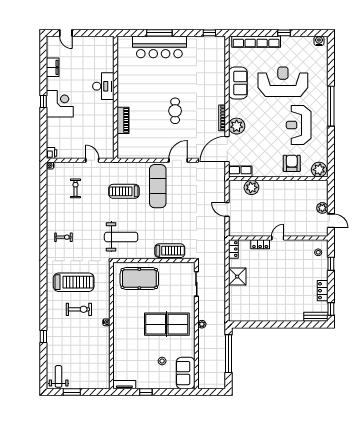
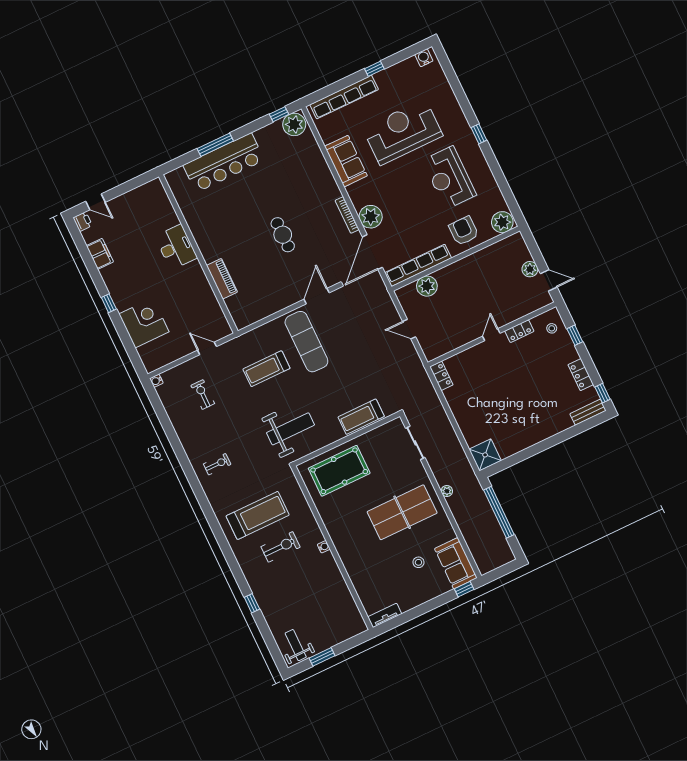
plant: (216, 44) -> (294, 124), added
corner desk: (60, 104) -> (144, 323), moved
window: (331, 106) -> (479, 134), width x0.32
printer: (52, 153) -> (83, 222), moved
row of seats: (240, 172) -> (418, 265), width x2.02
locker: (260, 244) -> (519, 331), moved
treadmill: (170, 251) -> (361, 417), turned 180
shower: (237, 277) -> (485, 455), moved
window: (146, 392) -> (464, 589), moved

